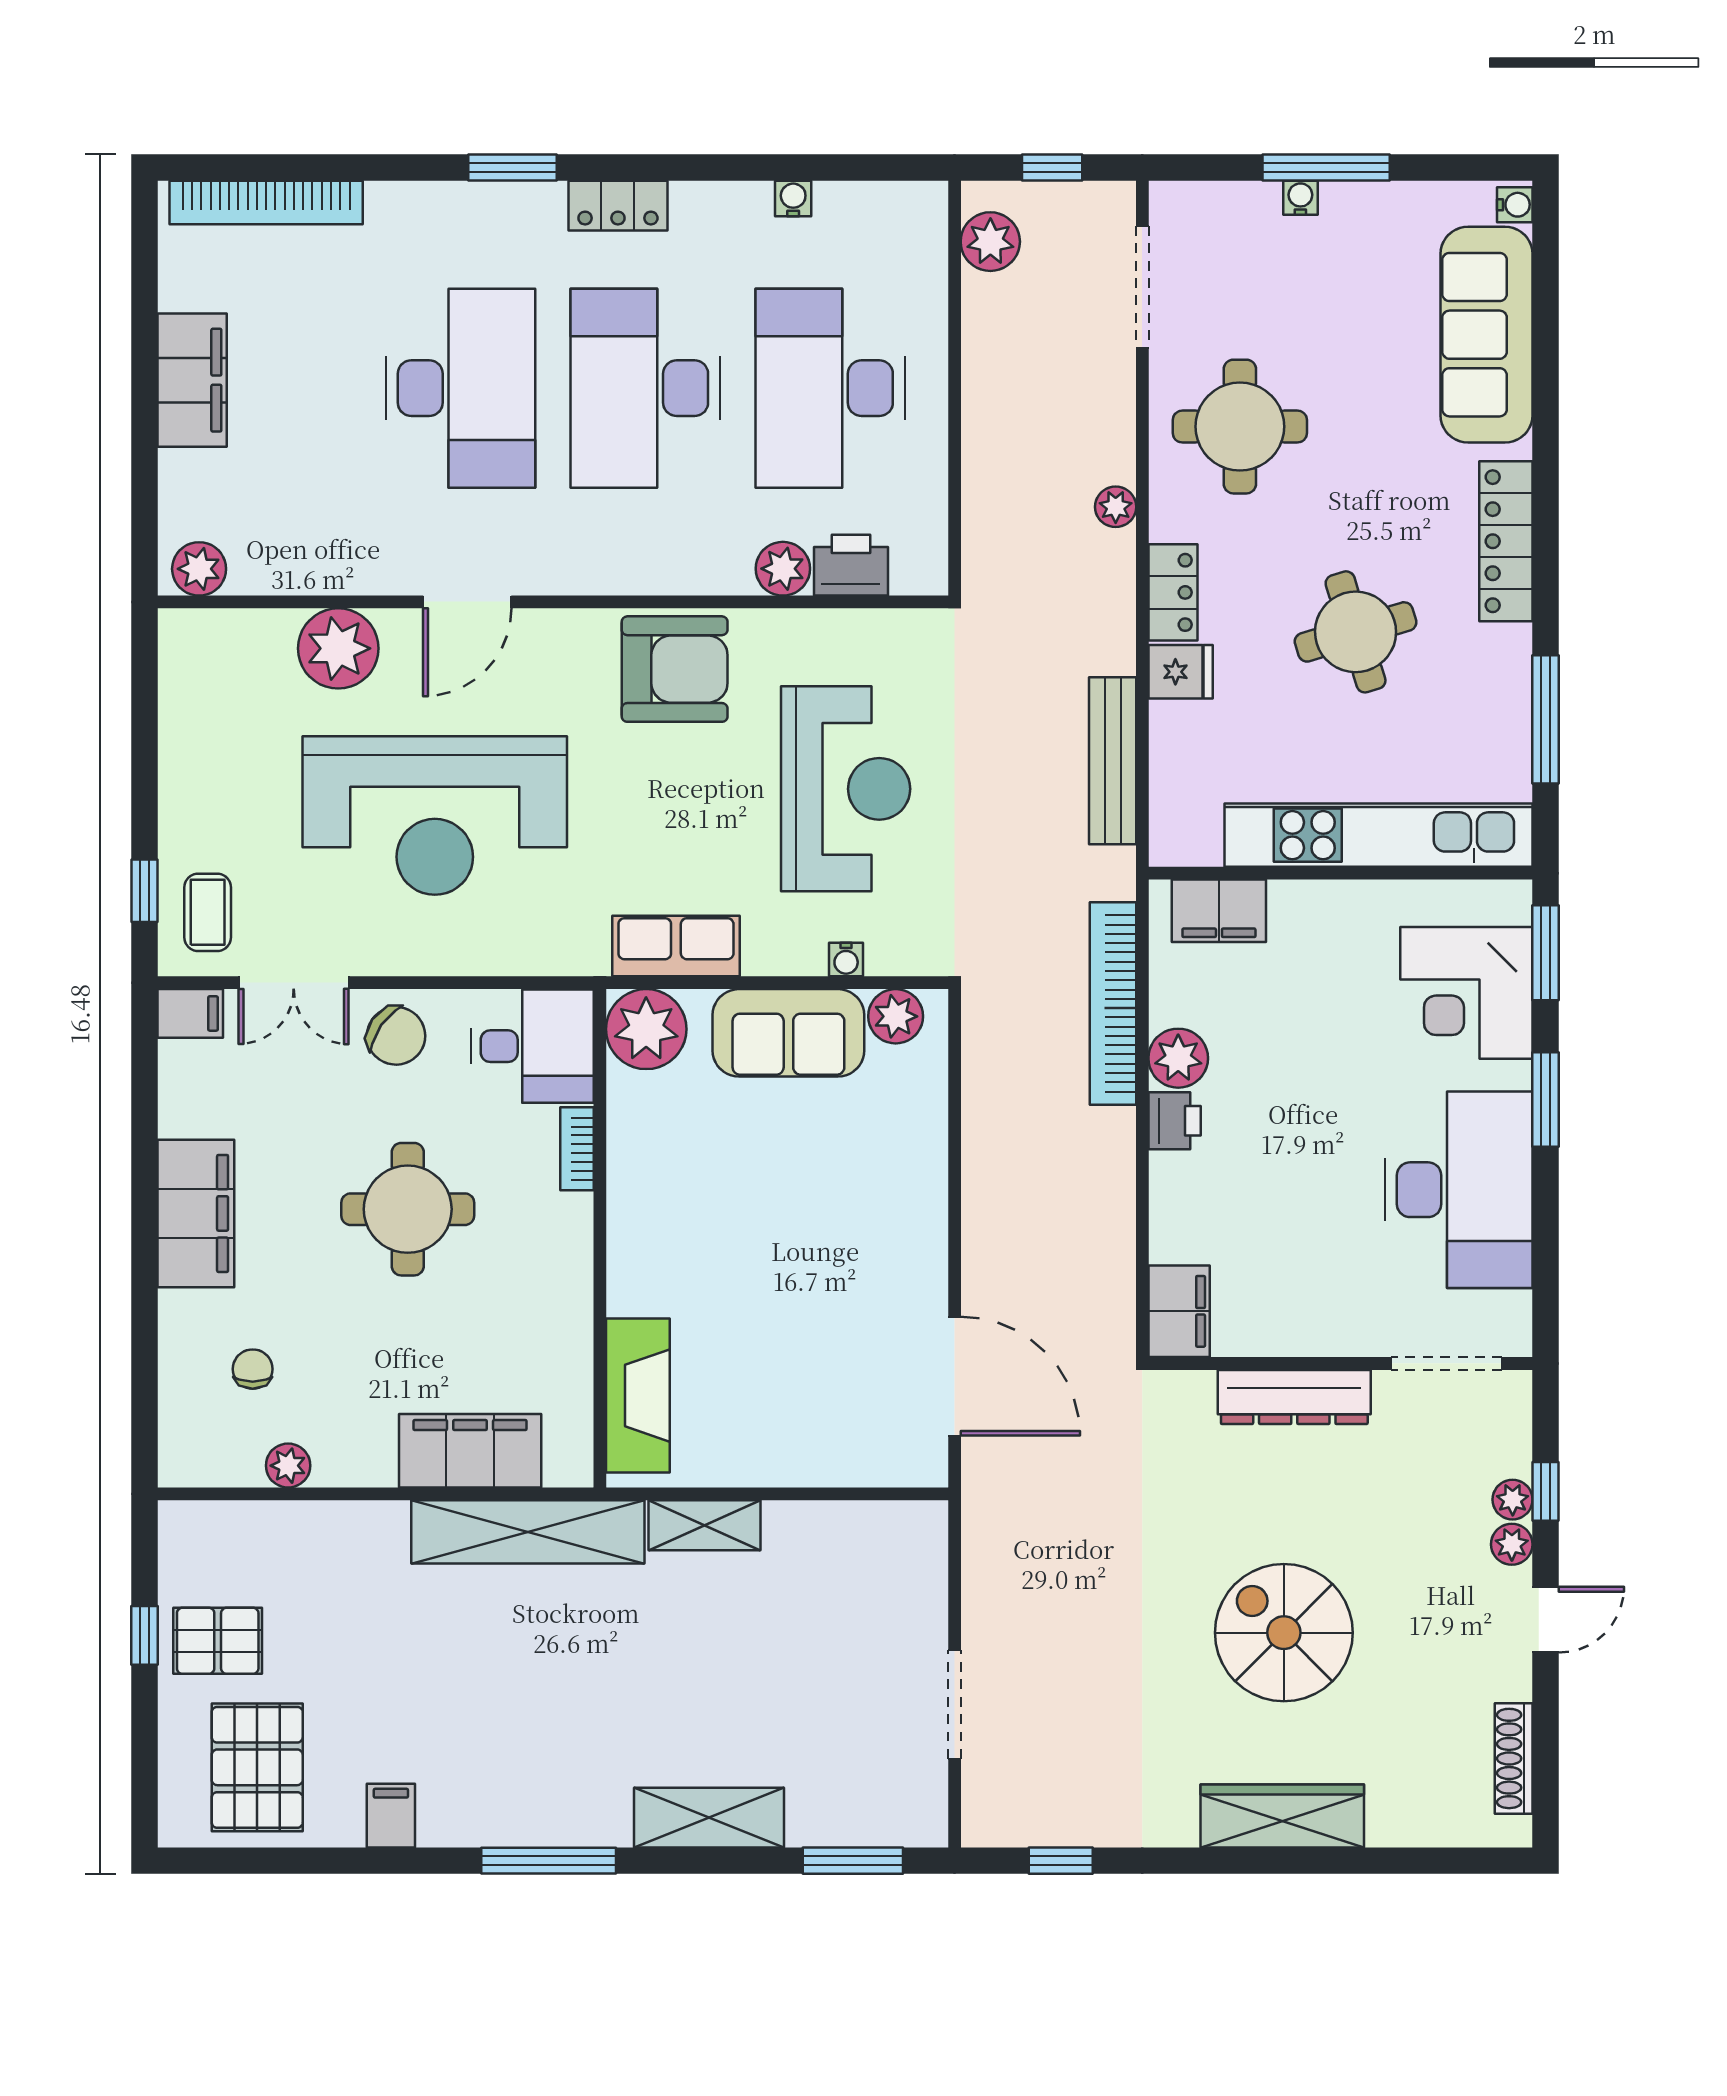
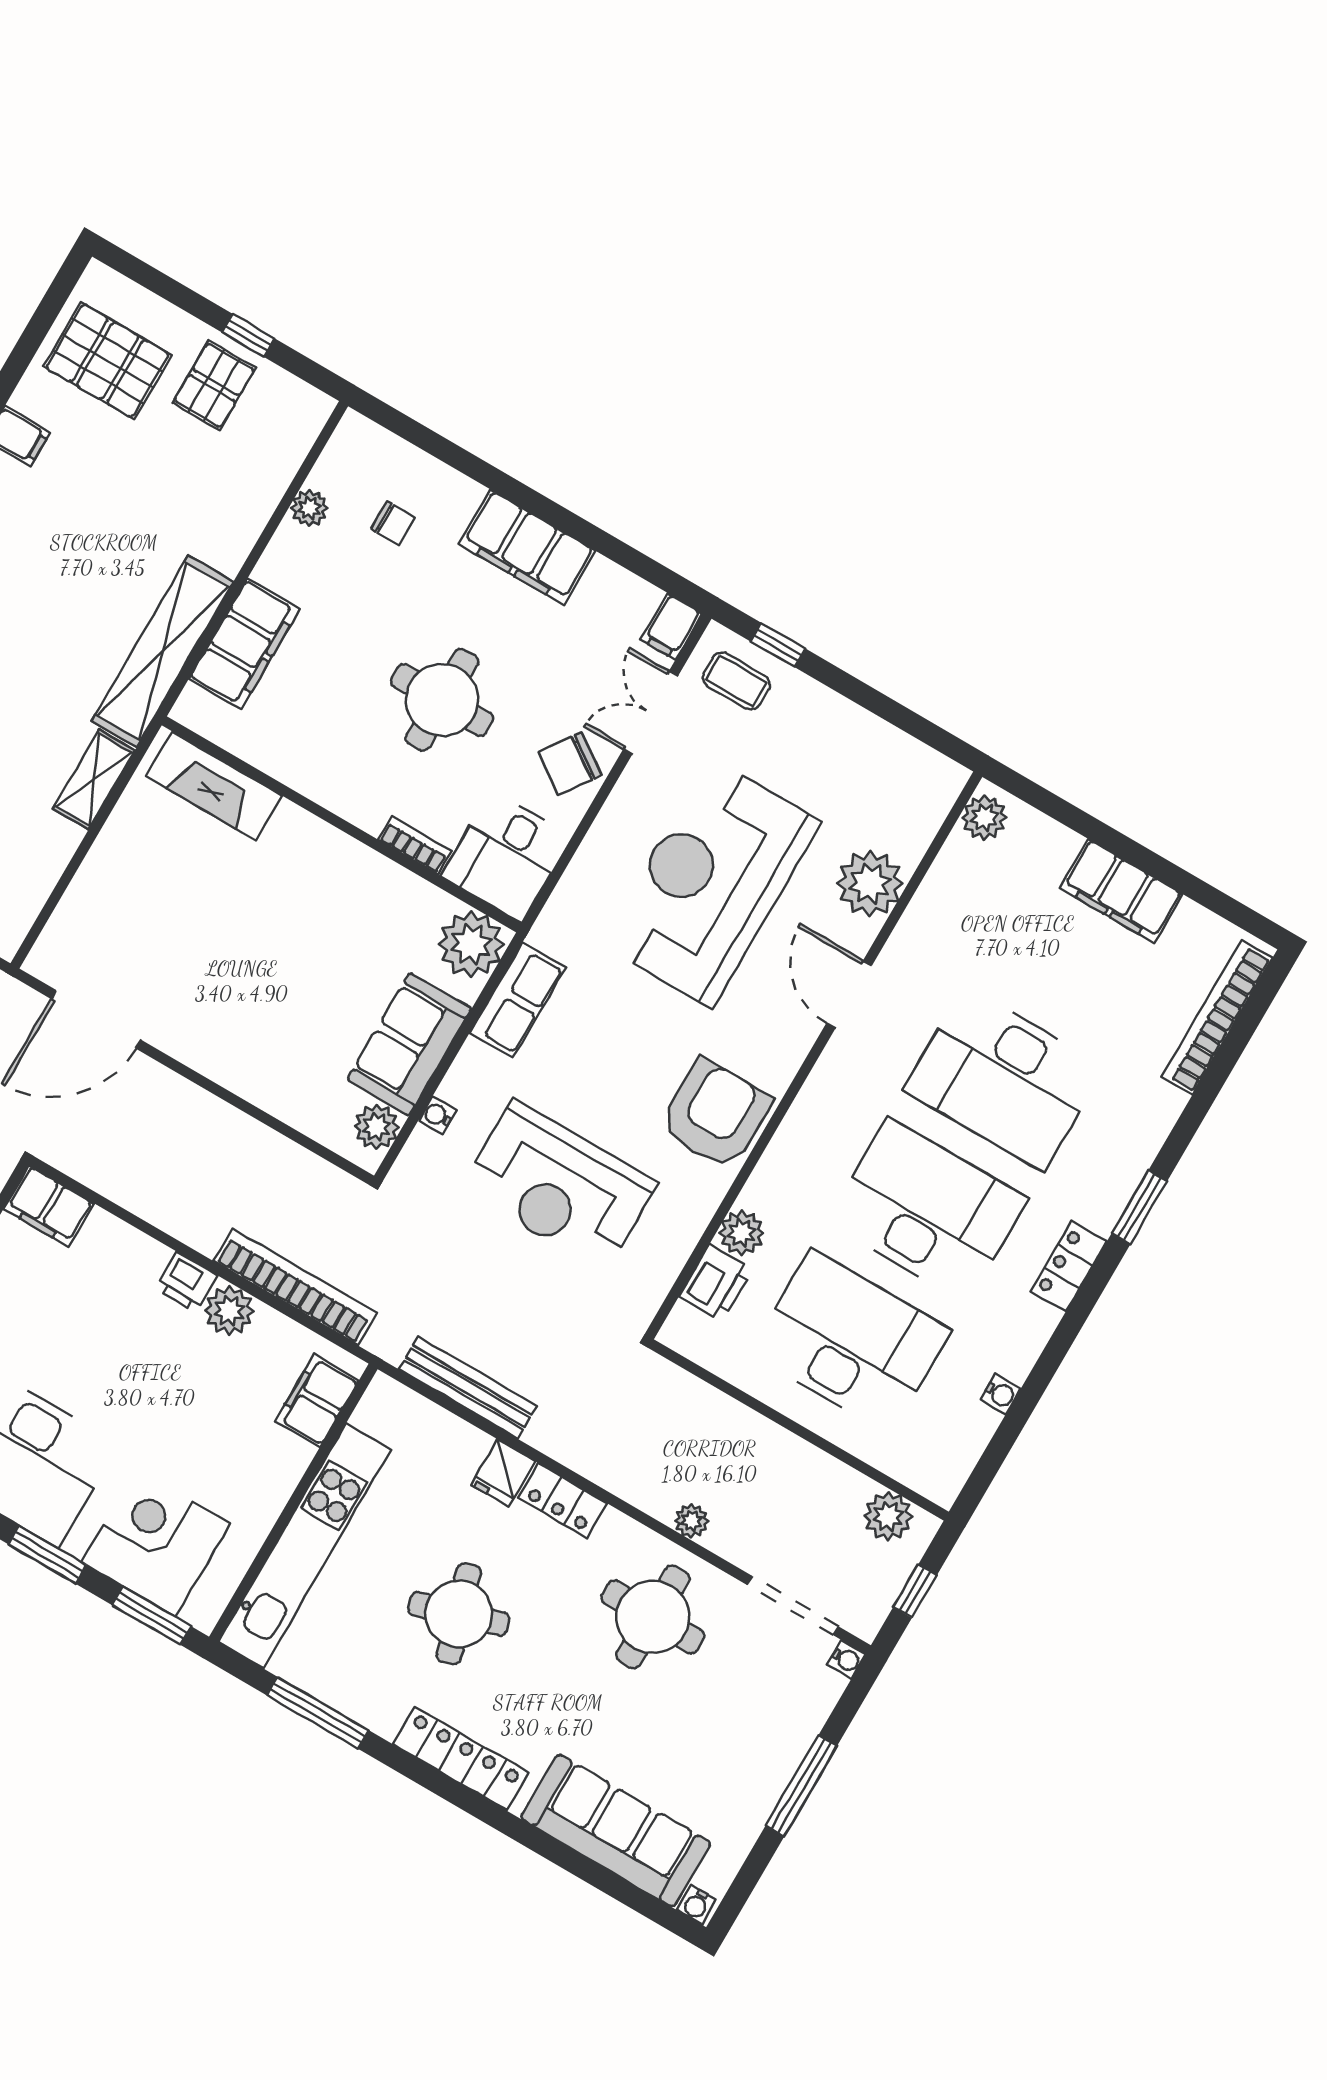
water cooler: (1300, 198) -> (846, 1659), moved
plant: (1116, 507) -> (691, 1521), moved
armchair: (675, 669) -> (715, 1114), turned 180

